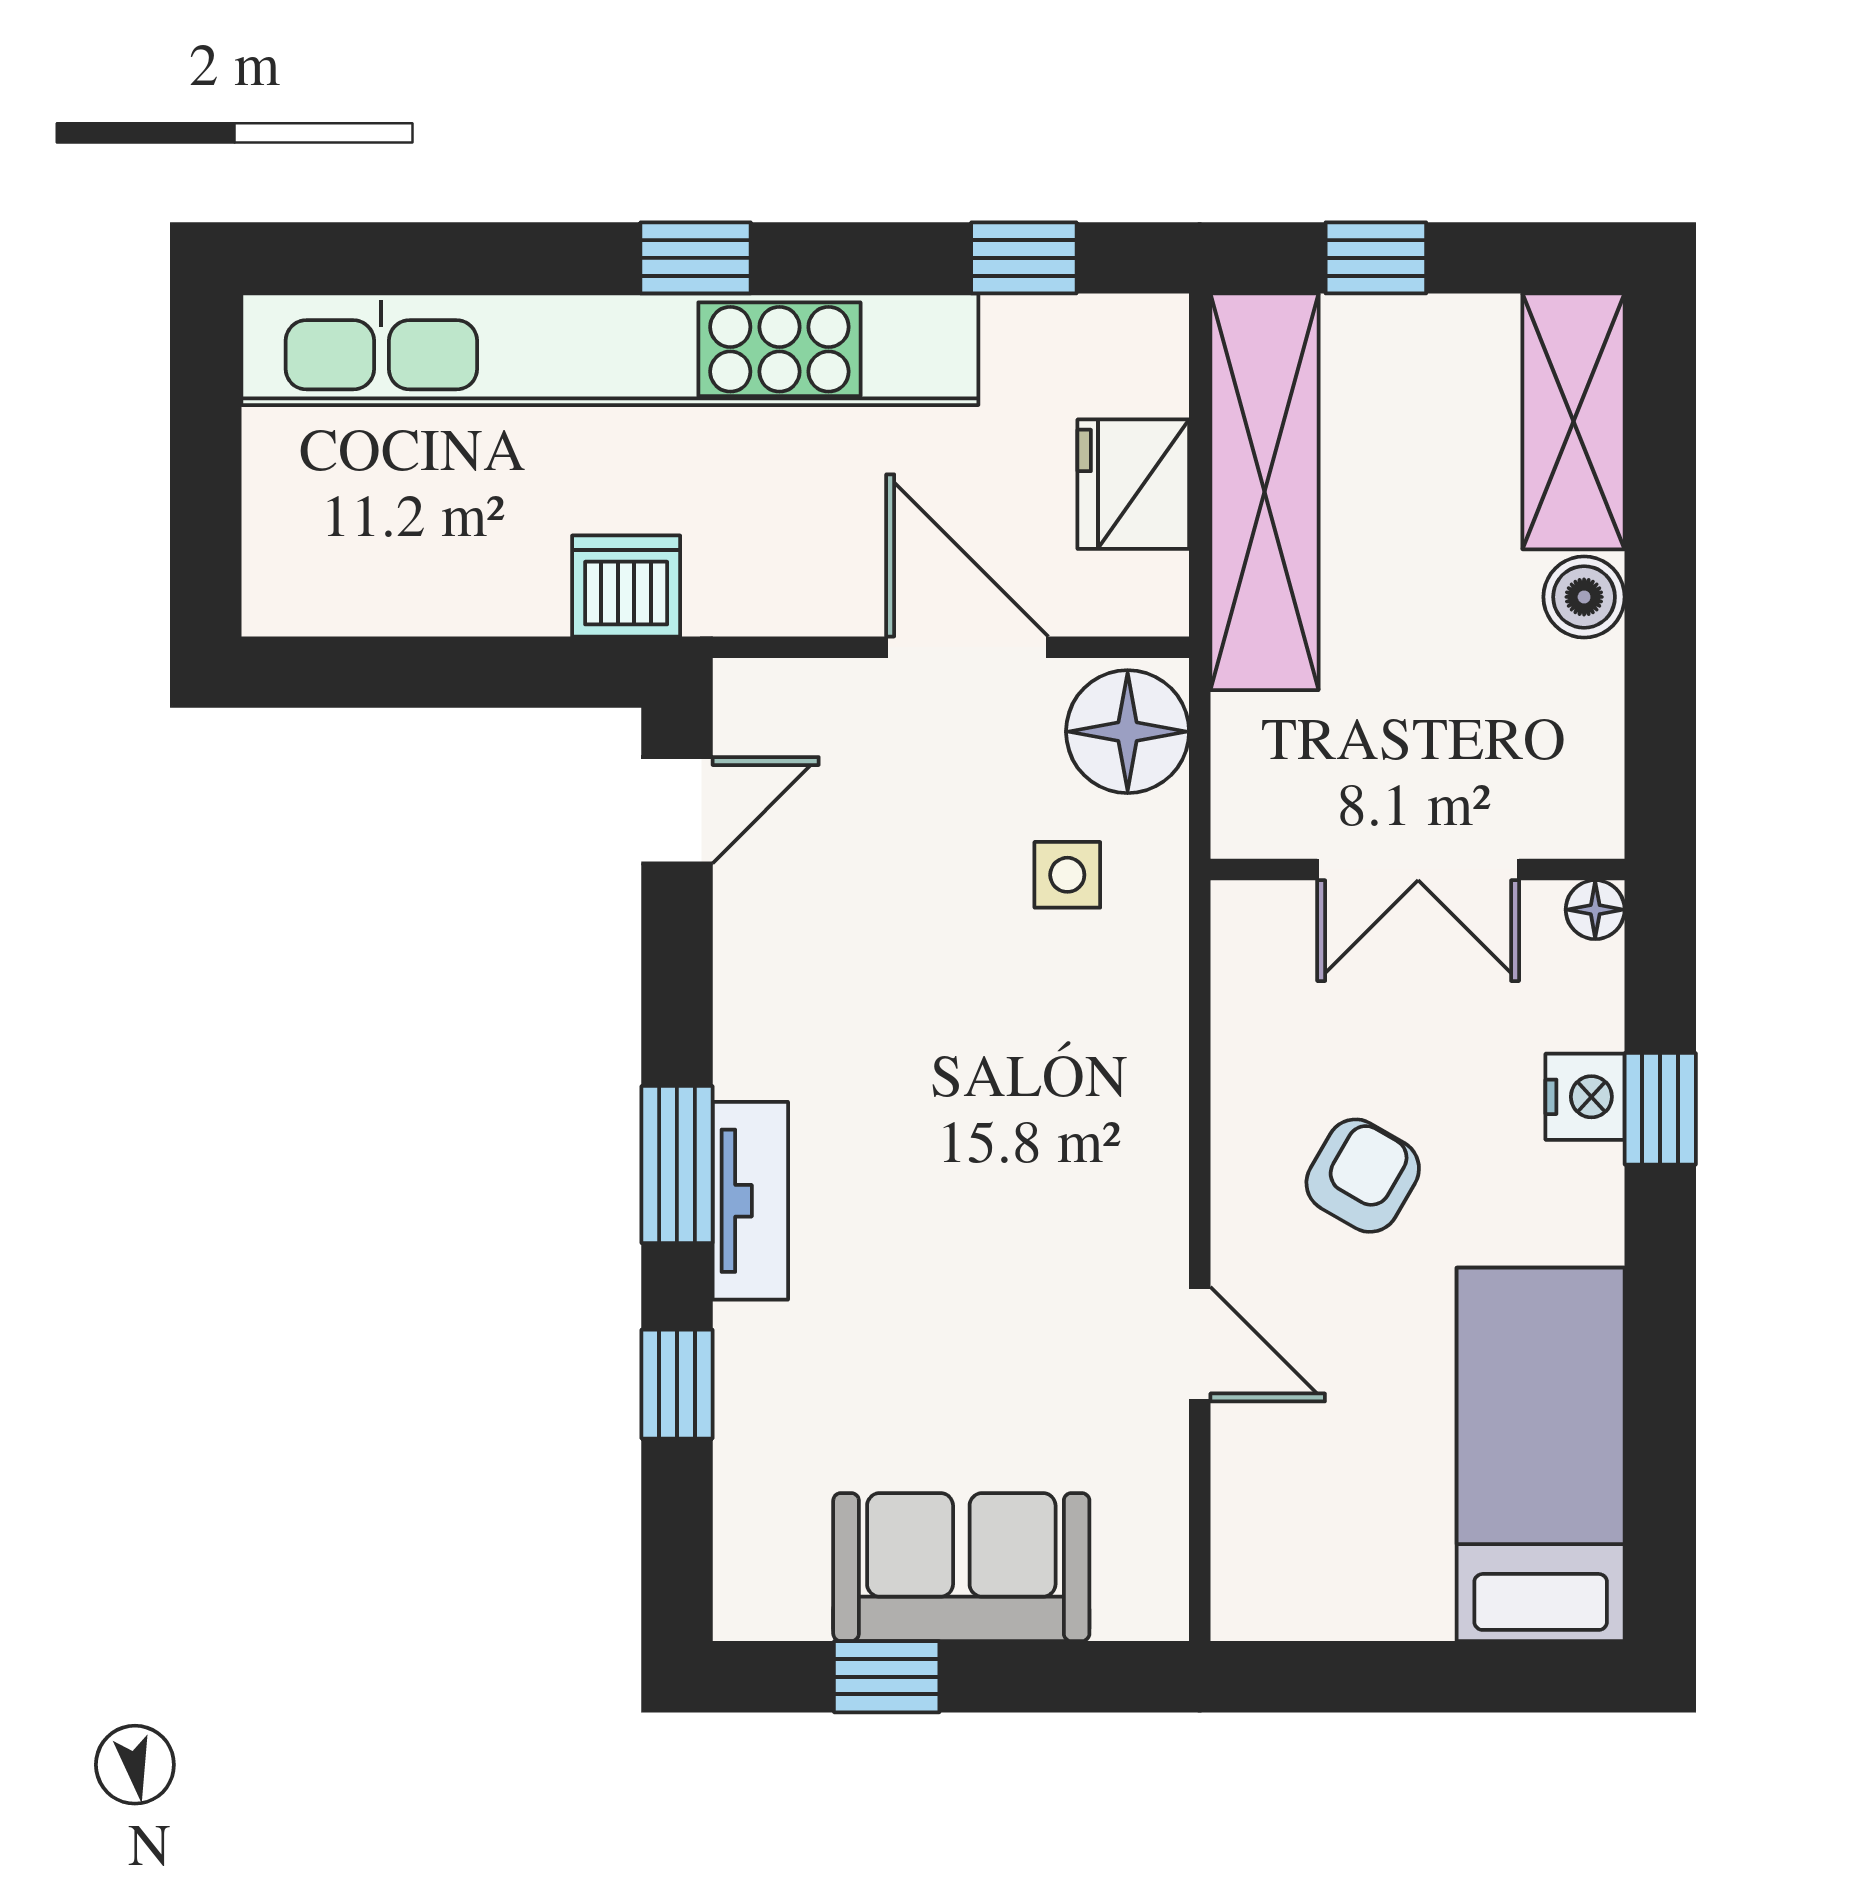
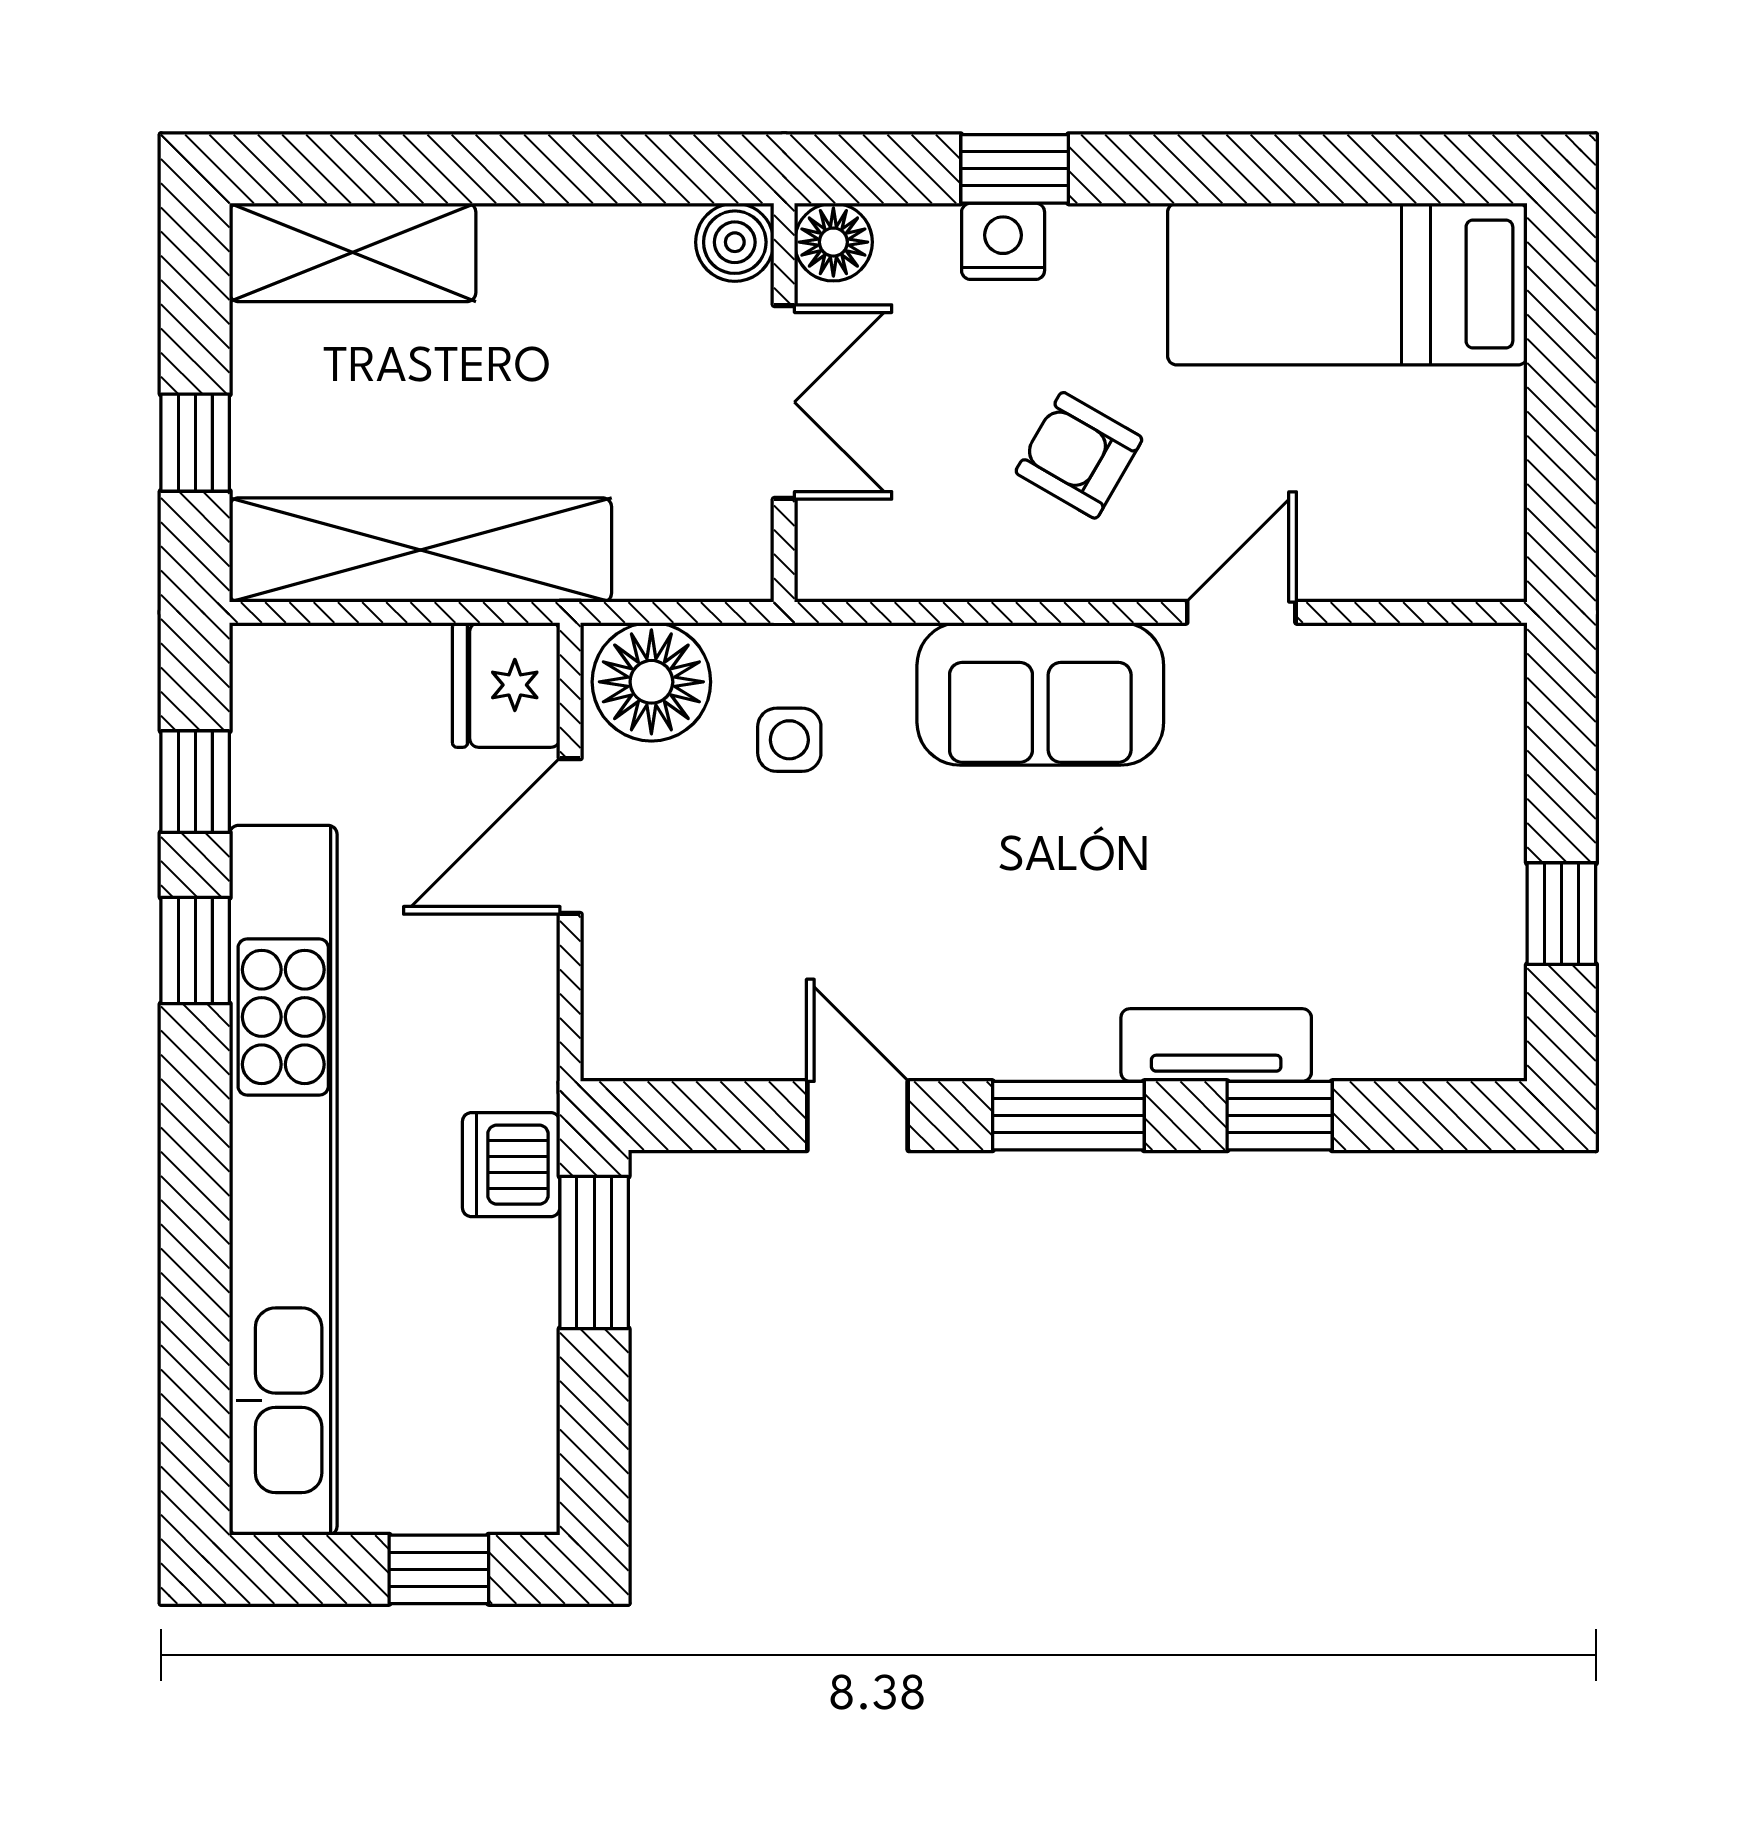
window: (696, 258) -> (195, 951), moved
fridge: (1133, 484) -> (506, 685), moved, turned 90
window: (206, 511) -> (439, 1569), added
boiler: (1584, 597) -> (735, 242), moved
window: (535, 672) -> (594, 1252), added
door: (677, 810) -> (858, 1116), moved
floor lamp: (1595, 910) -> (833, 242), width x1.37, depth x1.37
tv unit: (750, 1201) -> (1216, 1045), moved
sofa: (961, 1567) -> (1040, 694), moved, turned -90

